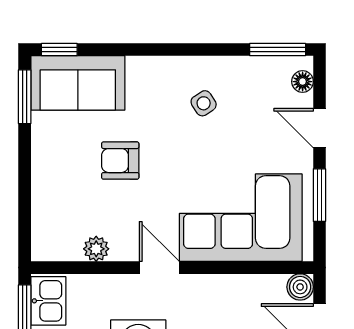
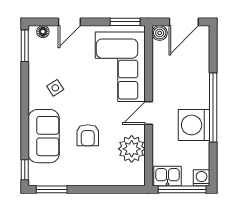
sofa: (78, 83) -> (44, 136), moved
window: (319, 195) -> (125, 22), moved
plant: (96, 249) -> (132, 149), width x1.87, depth x1.87

